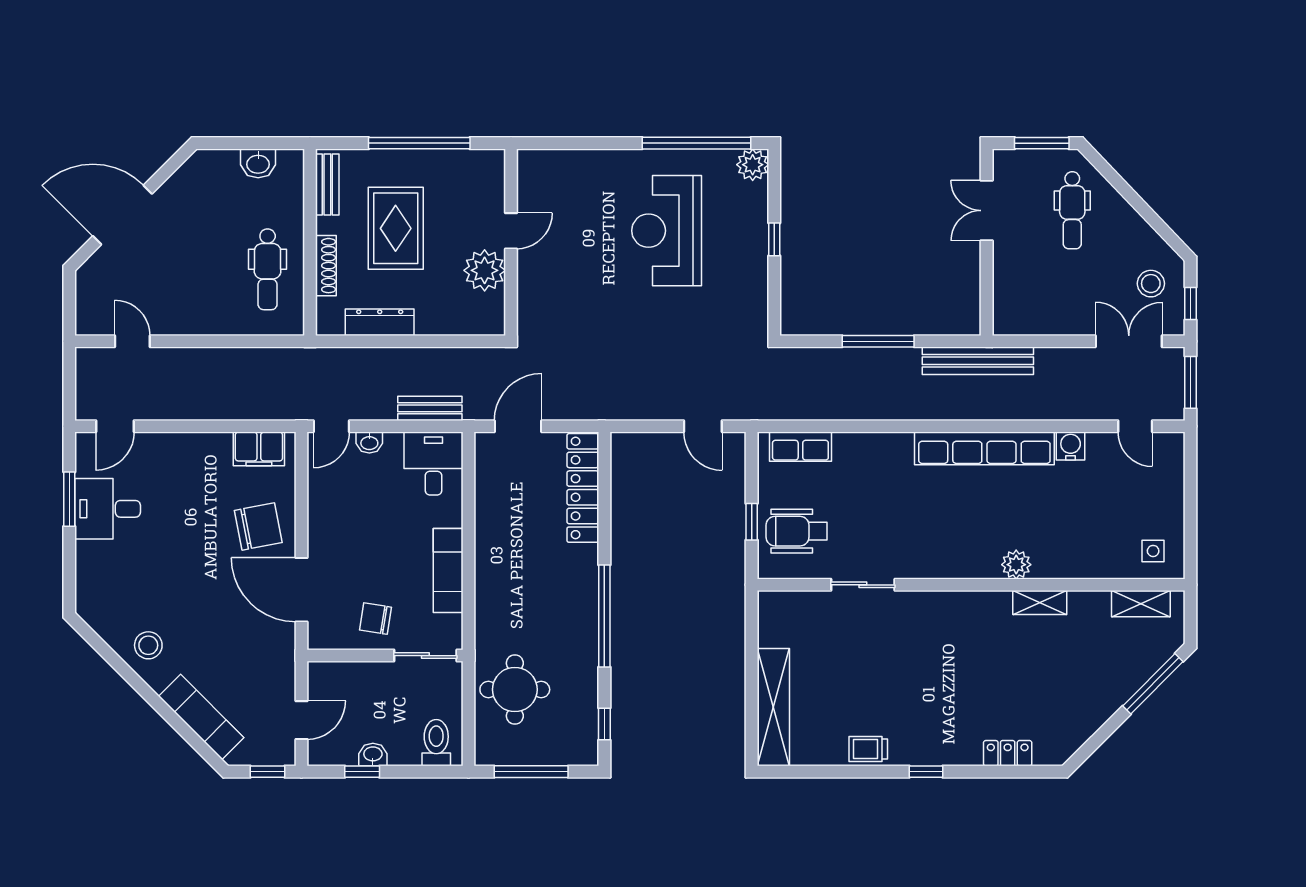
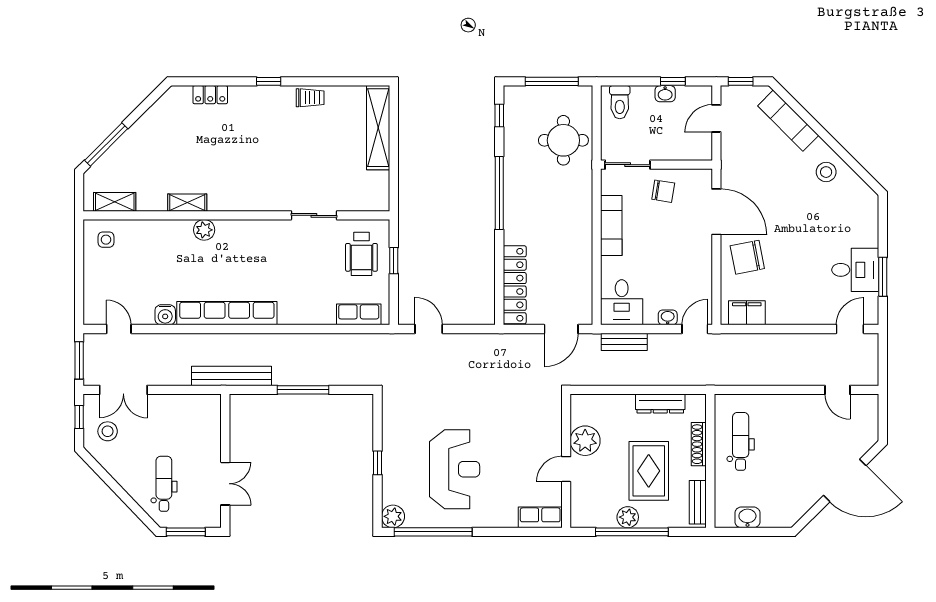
row of seats: (547, 163) -> (540, 517), added
plant: (425, 164) -> (628, 517), added
wheelchair: (797, 531) -> (361, 254), turned 90

